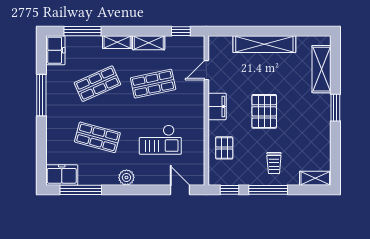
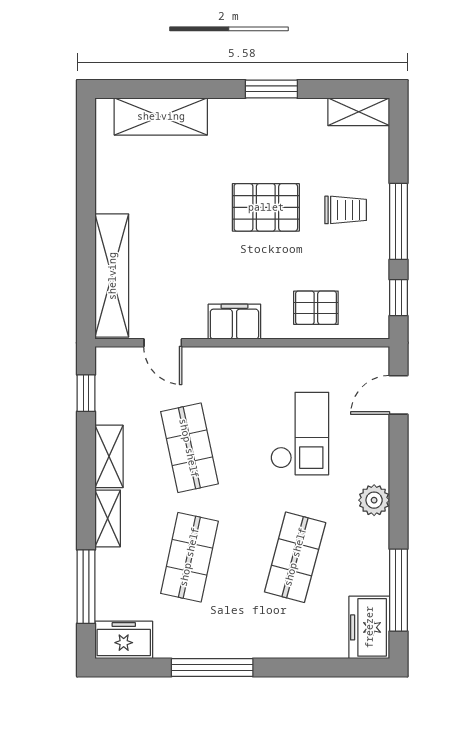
shelving: (264, 44) -> (112, 276), moved
shop shelf: (97, 84) -> (189, 557), turned 36
window: (335, 108) -> (271, 89), moved
pallet: (264, 111) -> (266, 207), moved
shelving: (315, 178) -> (359, 112), moved, turned 90

